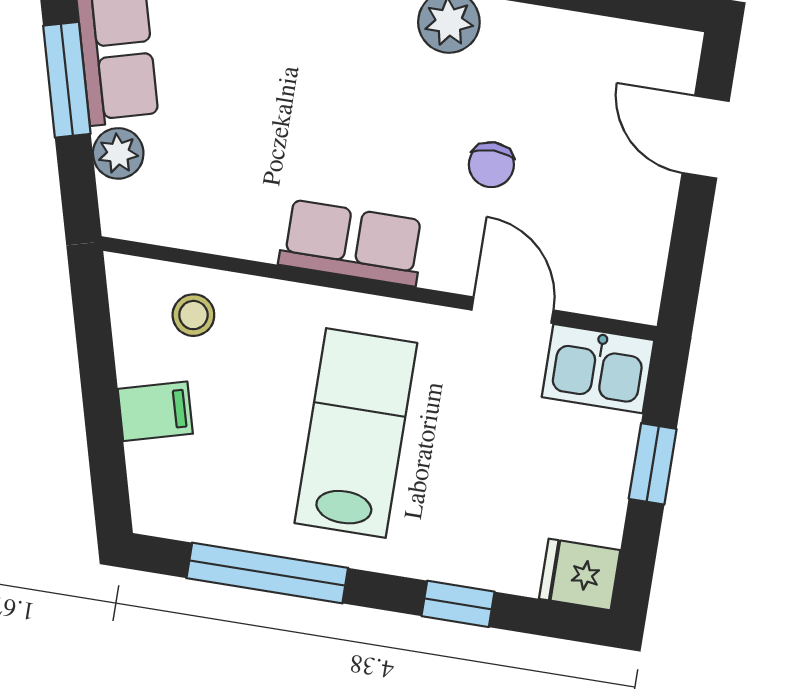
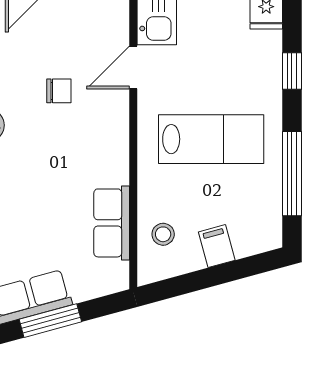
plant: (118, 153) -> (85, 287), removed
row of seats: (352, 243) -> (112, 223), moved
lab bench: (356, 433) -> (211, 139), turned 180

